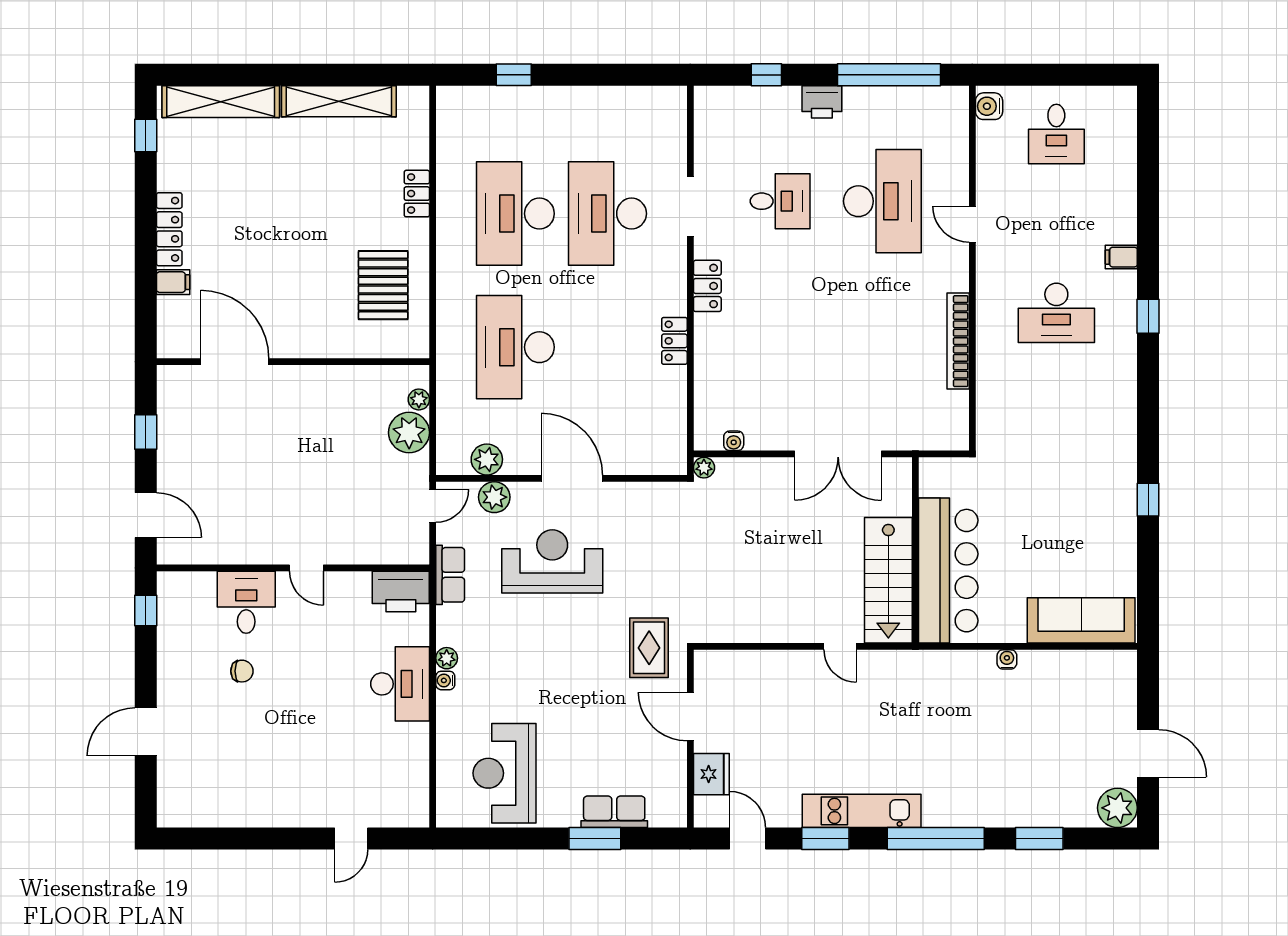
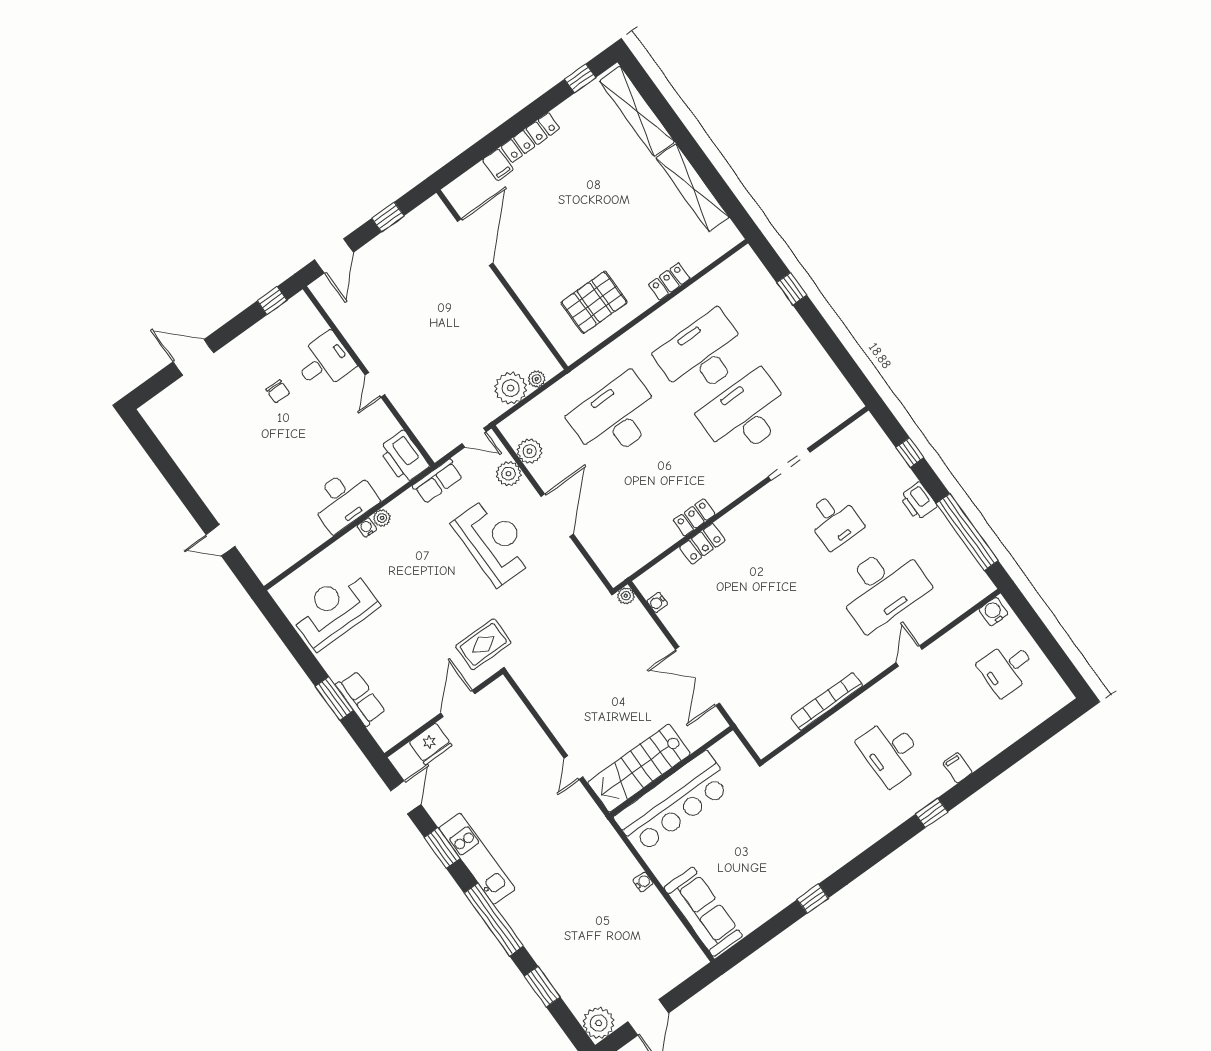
locker: (707, 286) -> (702, 544), moved

